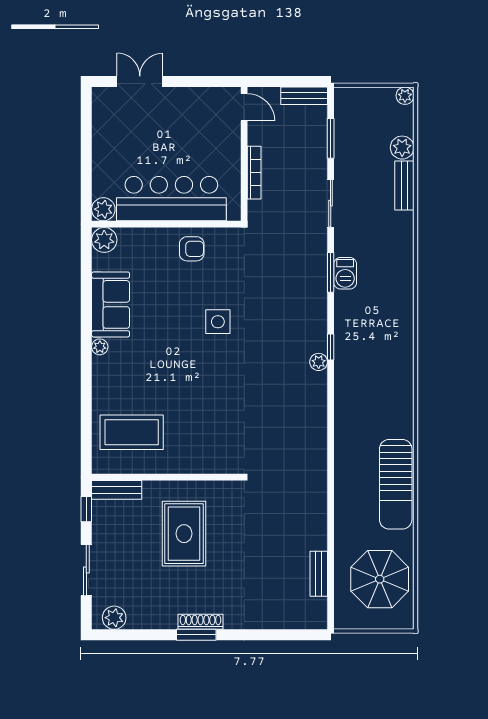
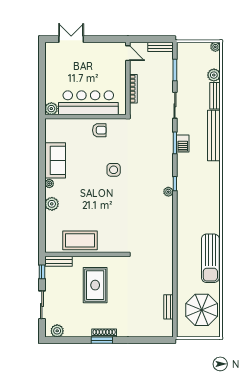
plant: (104, 240) -> (52, 204), moved
bench: (402, 259) -> (214, 136), added
coffee table: (132, 432) -> (80, 240), moved

